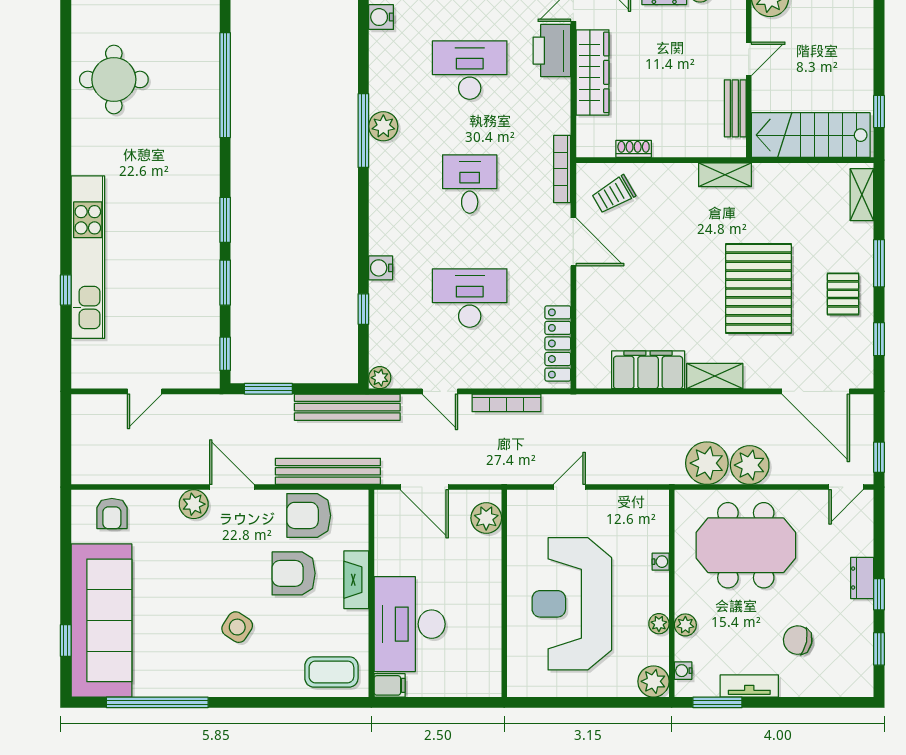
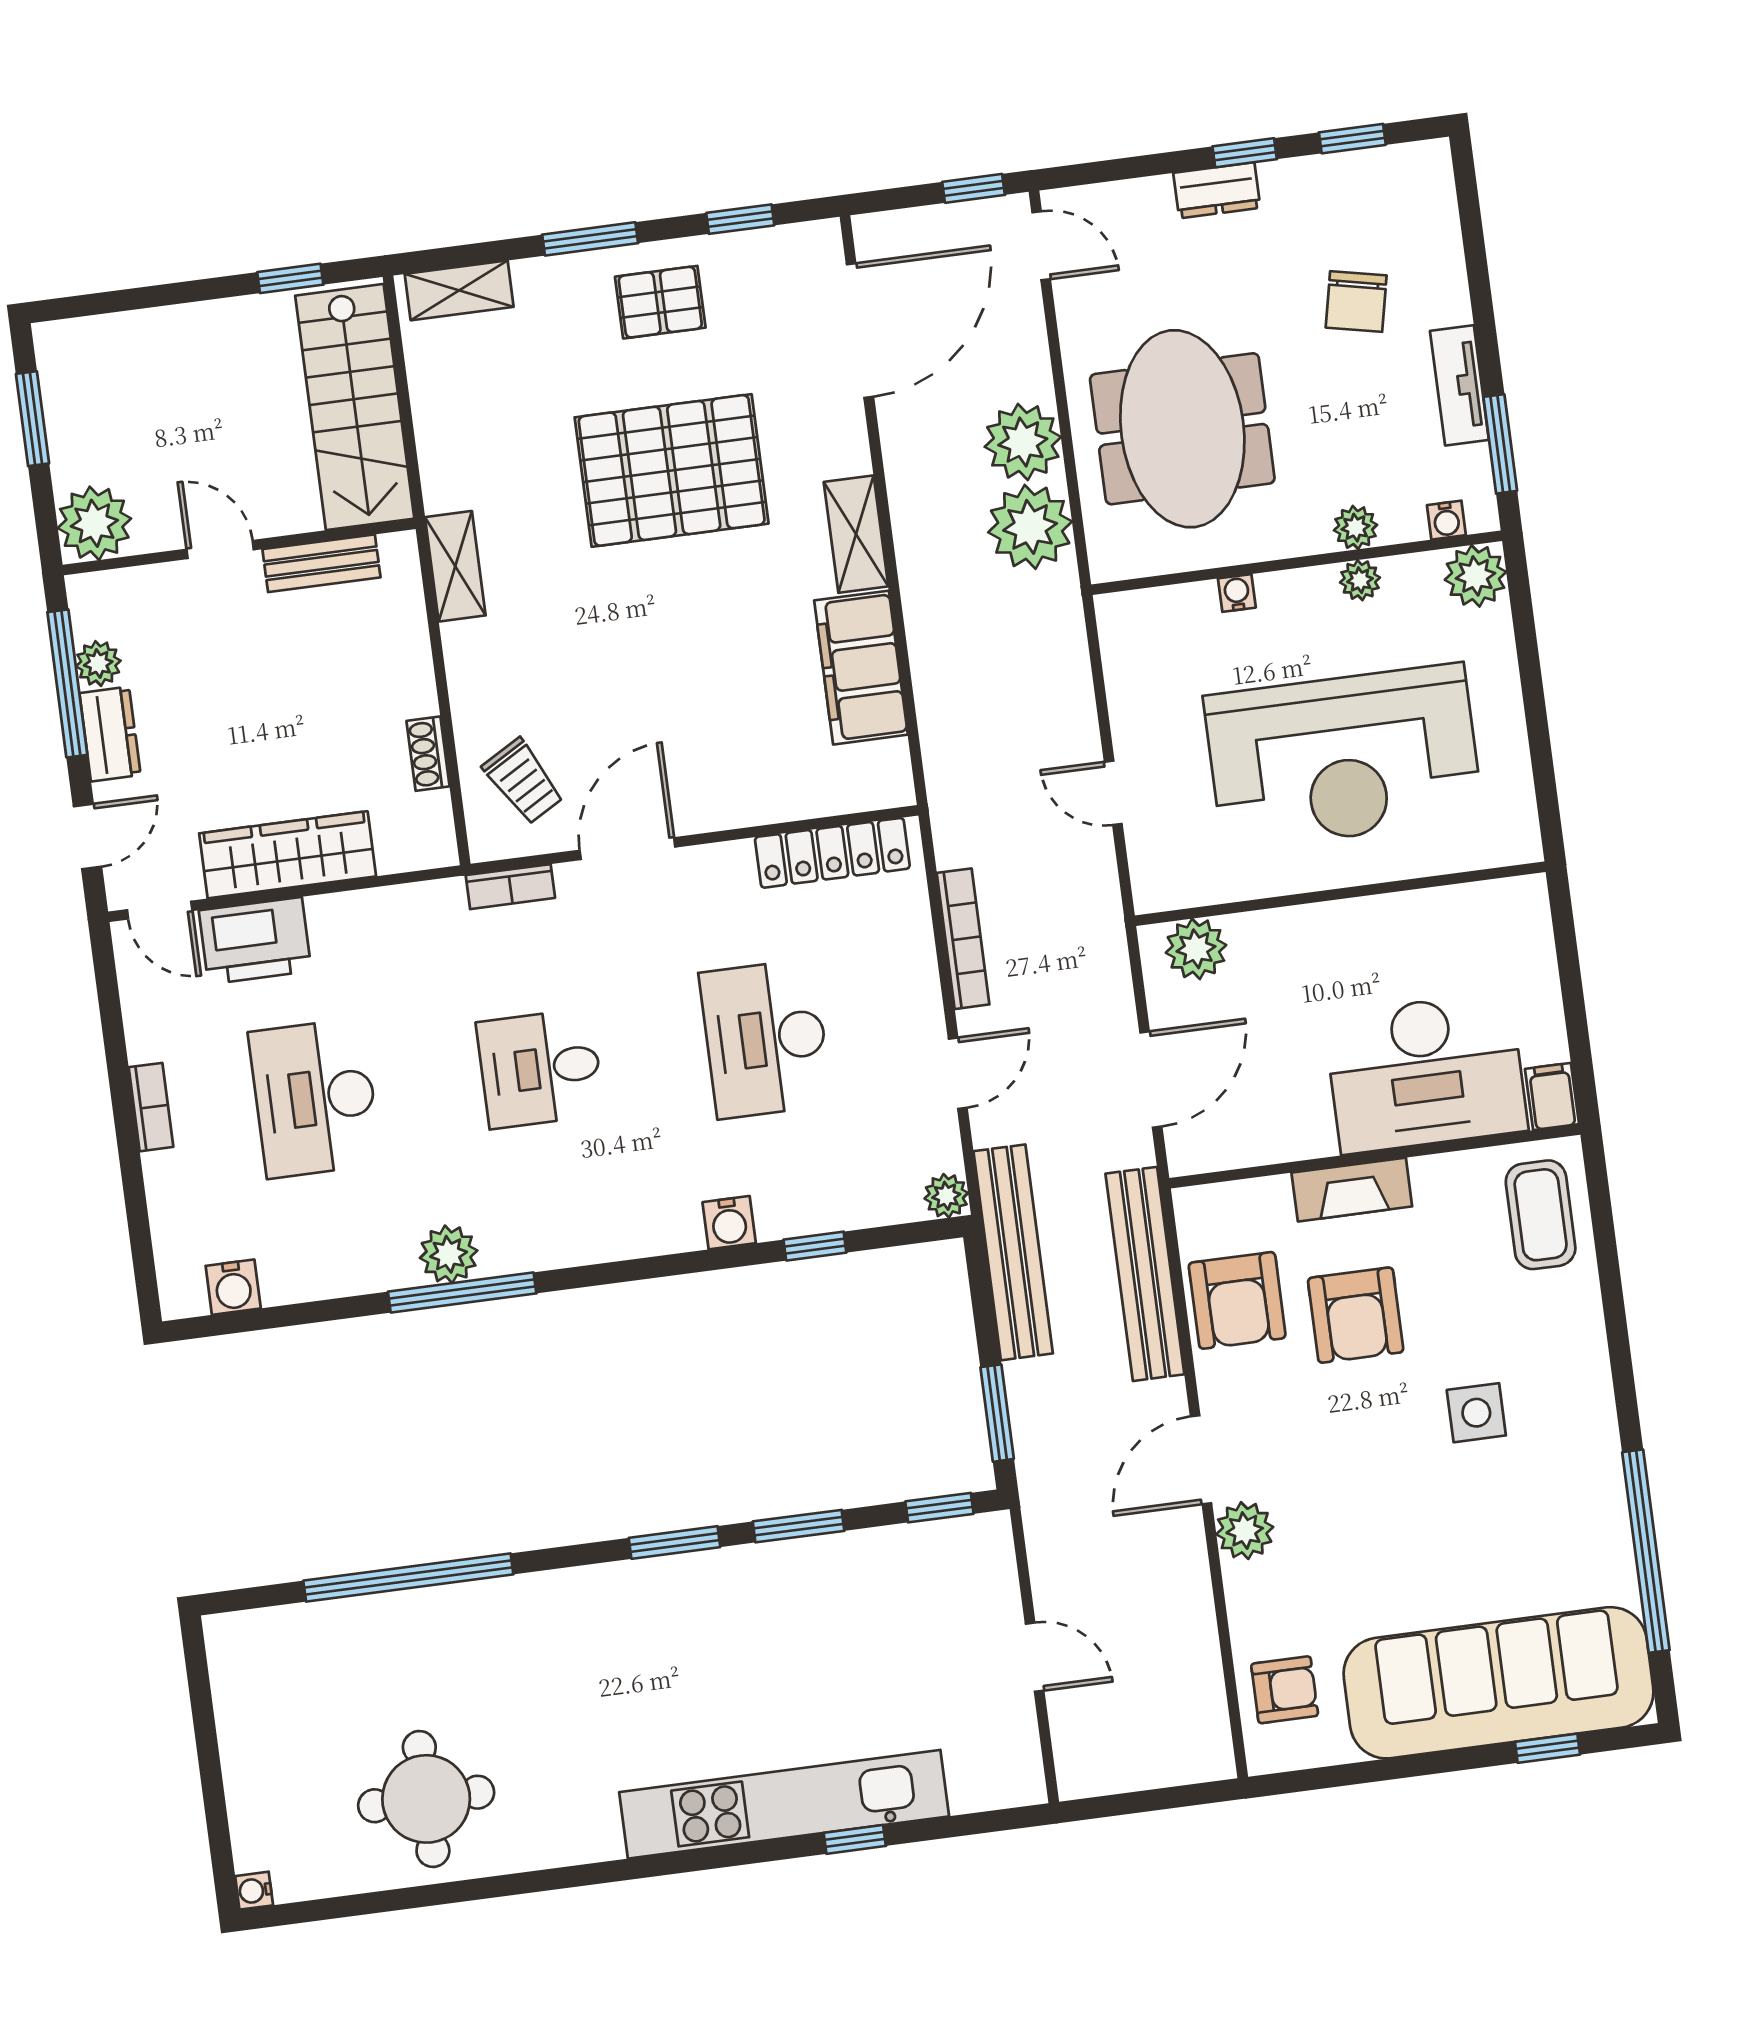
bookcase: (562, 169) -> (510, 887), width x0.64
side table: (237, 627) -> (1476, 1413), turned -33

